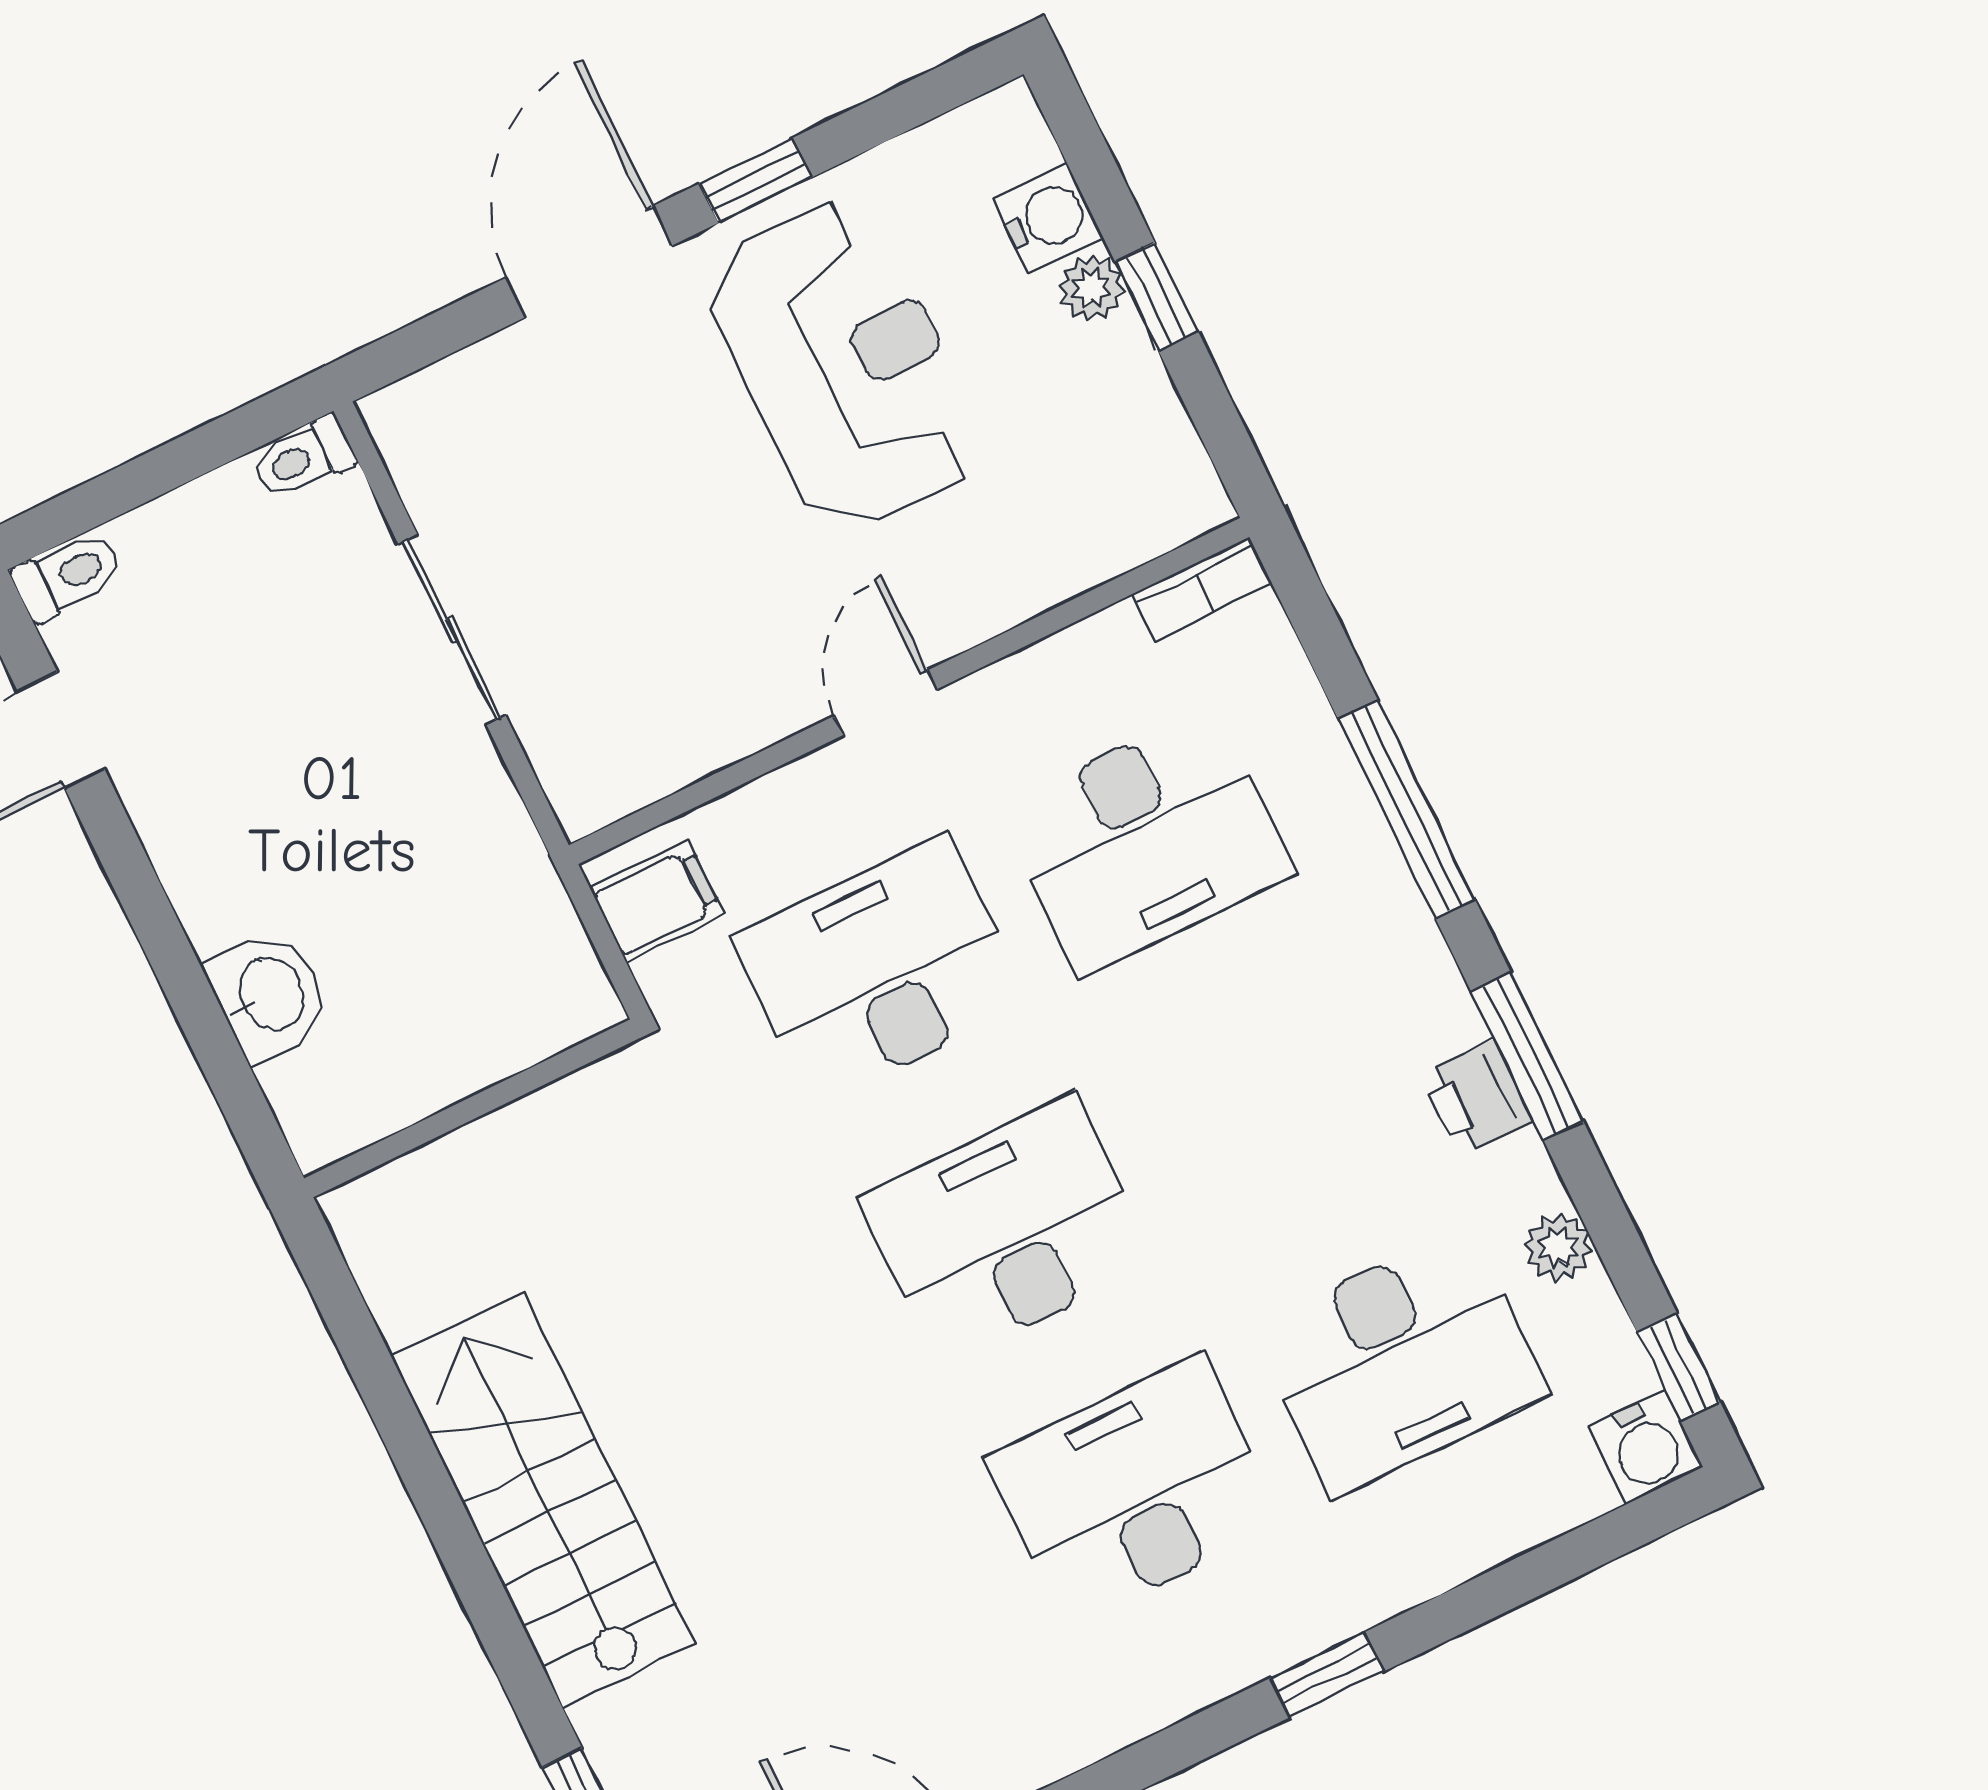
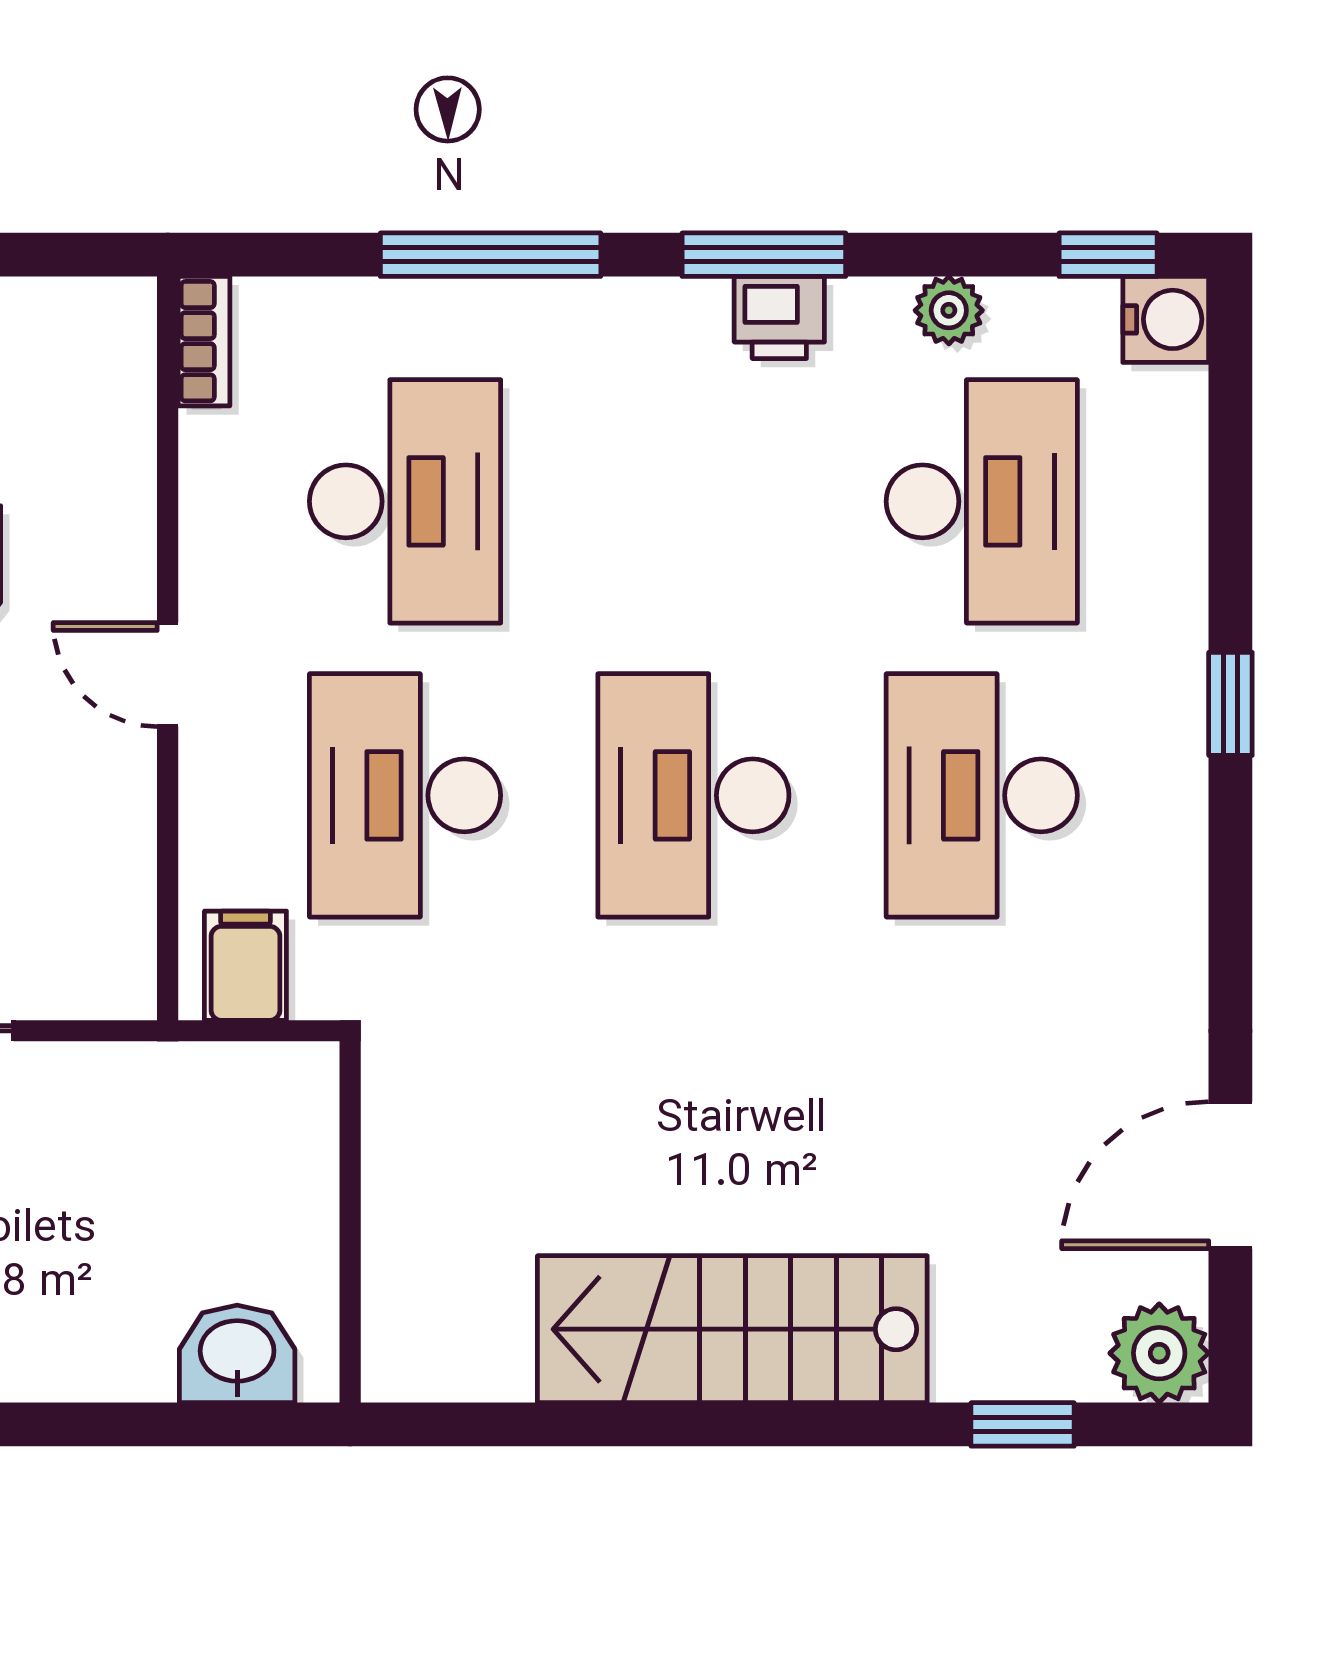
washbasin: (269, 995) -> (237, 1354), moved

